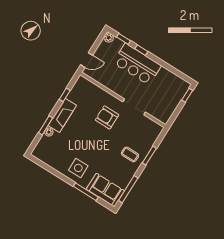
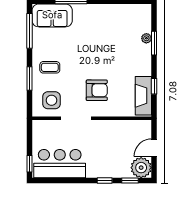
plant: (109, 38) -> (141, 168), width x1.88, depth x1.88
door: (87, 60) -> (154, 148), moved
bar counter: (137, 64) -> (60, 164), moved
fireplace: (62, 115) -> (143, 96), moved
side table: (78, 168) -> (52, 100), moved

